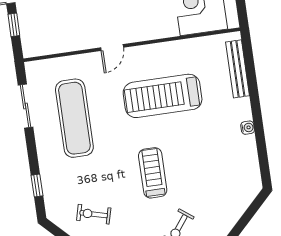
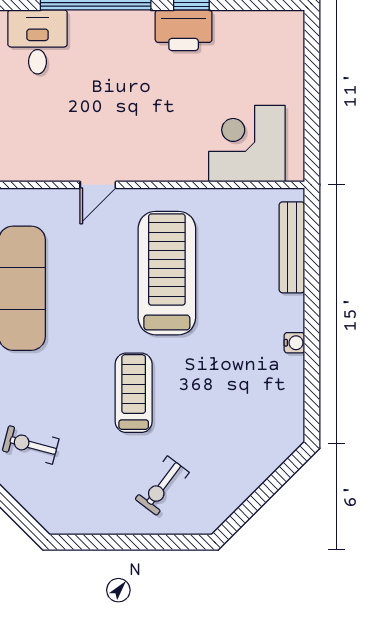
treadmill: (163, 96) -> (167, 273), turned 90

